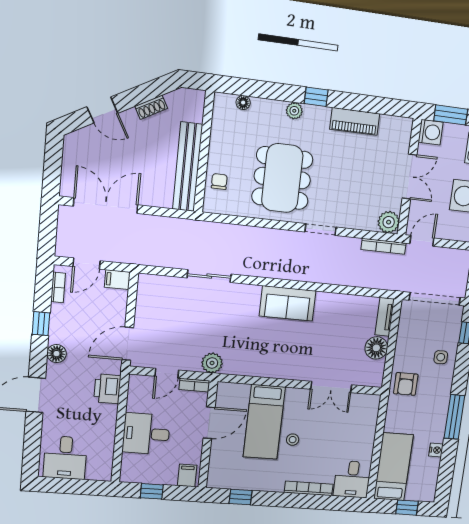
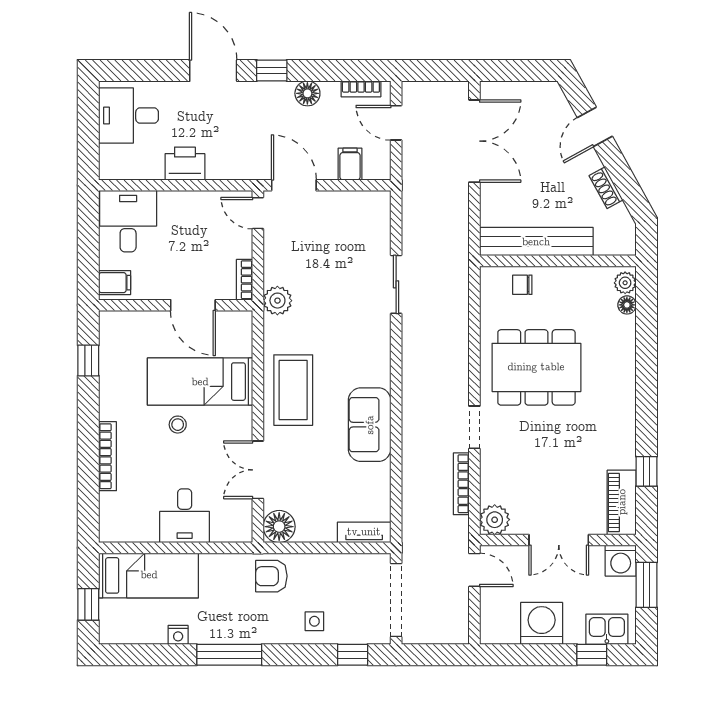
window: (316, 97) -> (646, 471), moved
plant: (294, 111) -> (625, 283), moved
piano: (355, 121) -> (622, 502), moved
chair: (219, 181) -> (522, 285), turned 180
bookcase: (384, 246) -> (461, 484), moved
filing cabinet: (117, 280) -> (350, 164), moved
sofa: (287, 303) -> (370, 425), moved
window: (41, 324) -> (272, 70), moved
floor lamp: (376, 348) -> (279, 527), moved
floor lamp: (57, 354) -> (307, 93), moved
coffee table: (278, 357) -> (293, 390), added
door: (167, 373) -> (258, 213), moved
printer: (107, 389) -> (185, 164), moved
desk: (146, 434) -> (128, 221), moved
desk: (352, 479) -> (185, 516), moved, turned -90
window: (152, 491) -> (88, 236), removed

